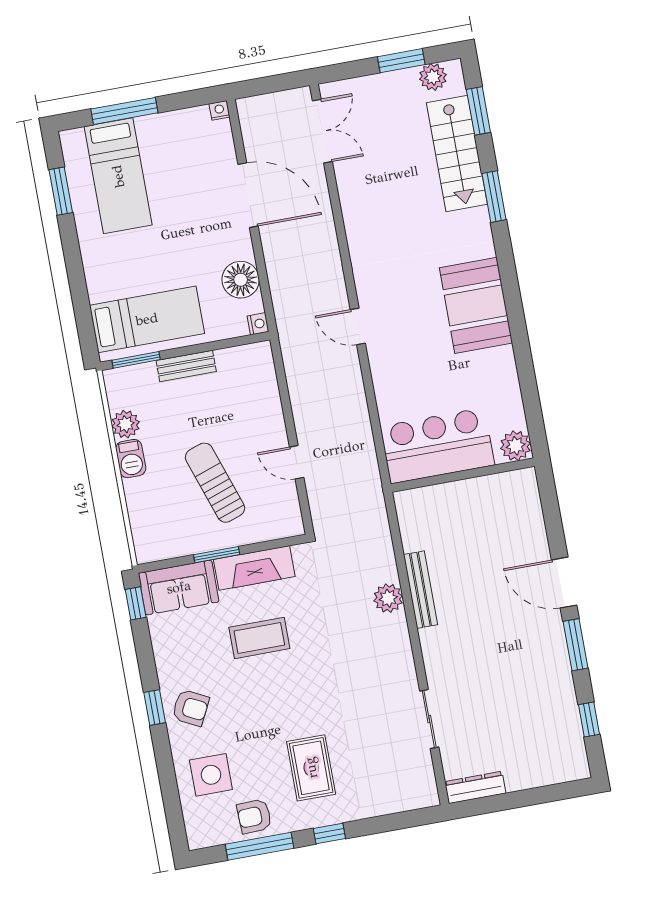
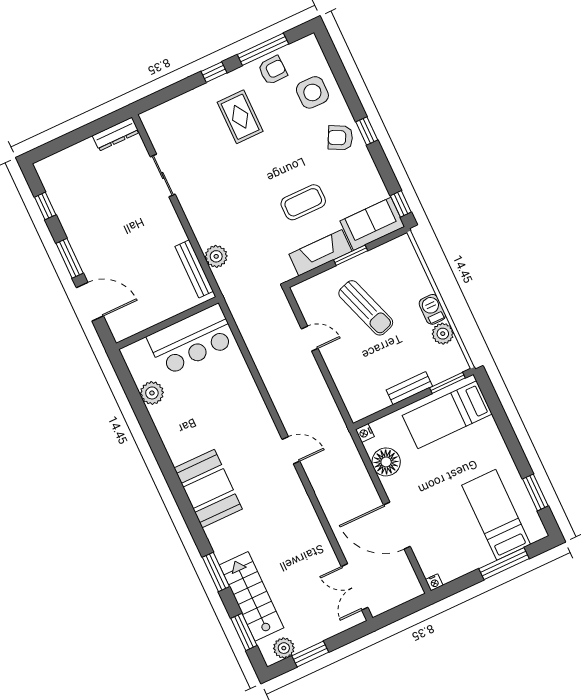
bar counter: (437, 446) -> (192, 340), moved
wall: (463, 475) -> (167, 323), moved

